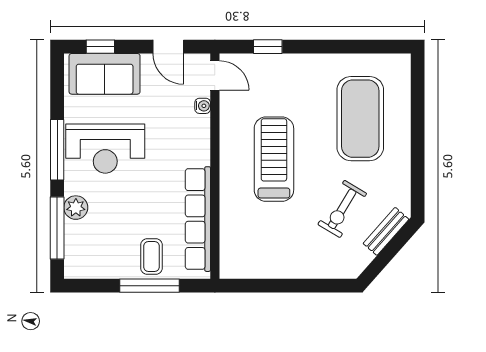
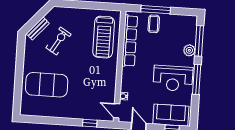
exercise mat: (360, 119) -> (47, 85), turned 90
reception desk: (105, 149) -> (173, 78), turned 180
treadmill: (274, 159) -> (104, 37), moved

